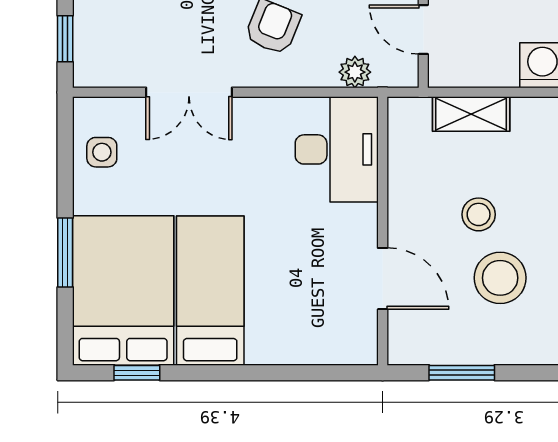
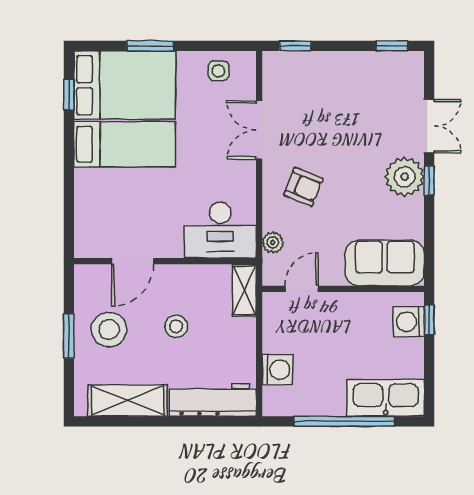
shelving: (471, 114) -> (244, 290), moved
stool: (500, 278) -> (109, 330), moved
window: (462, 373) -> (69, 336), moved

